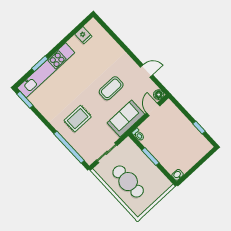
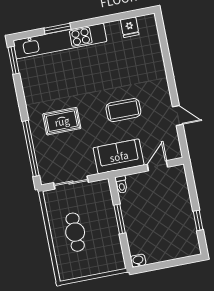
floor lamp: (159, 95) -> (175, 152), removed
cafe table: (128, 182) -> (75, 232), width x0.73, depth x0.74

